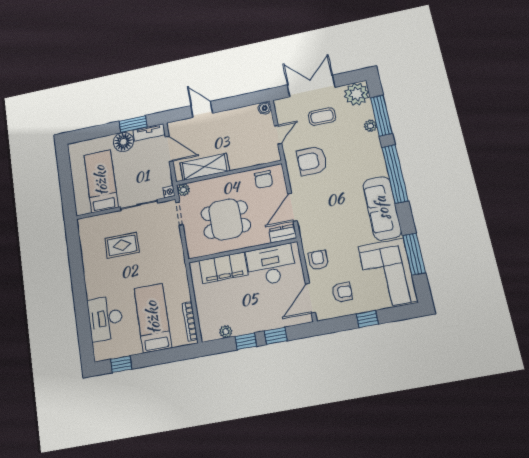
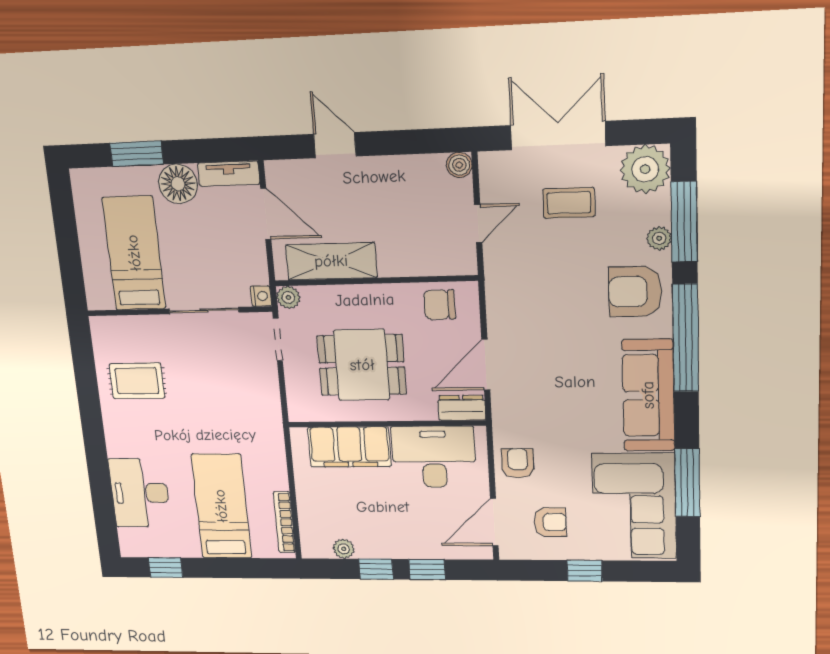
window: (133, 124) -> (137, 154), moved
armchair: (312, 161) -> (635, 291), moved
chair: (264, 179) -> (440, 305), turned 90
rug: (122, 245) -> (137, 381), moved

